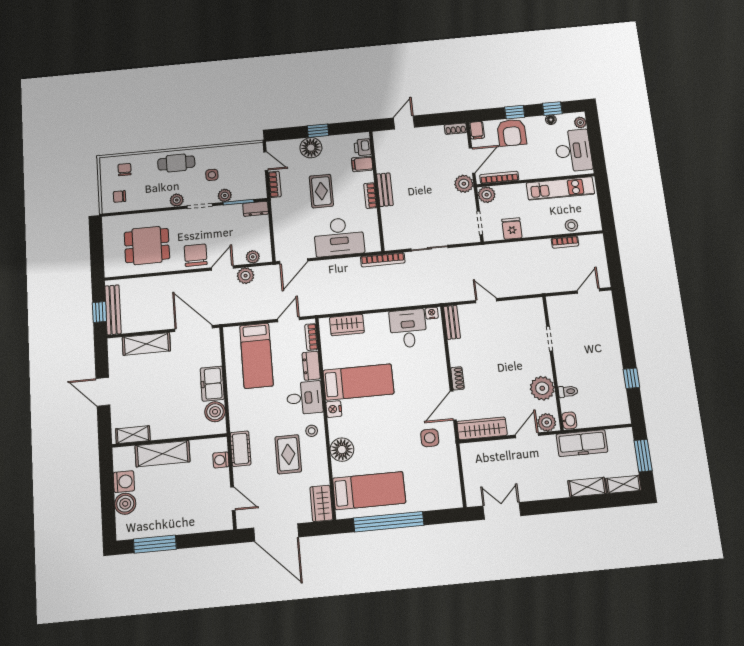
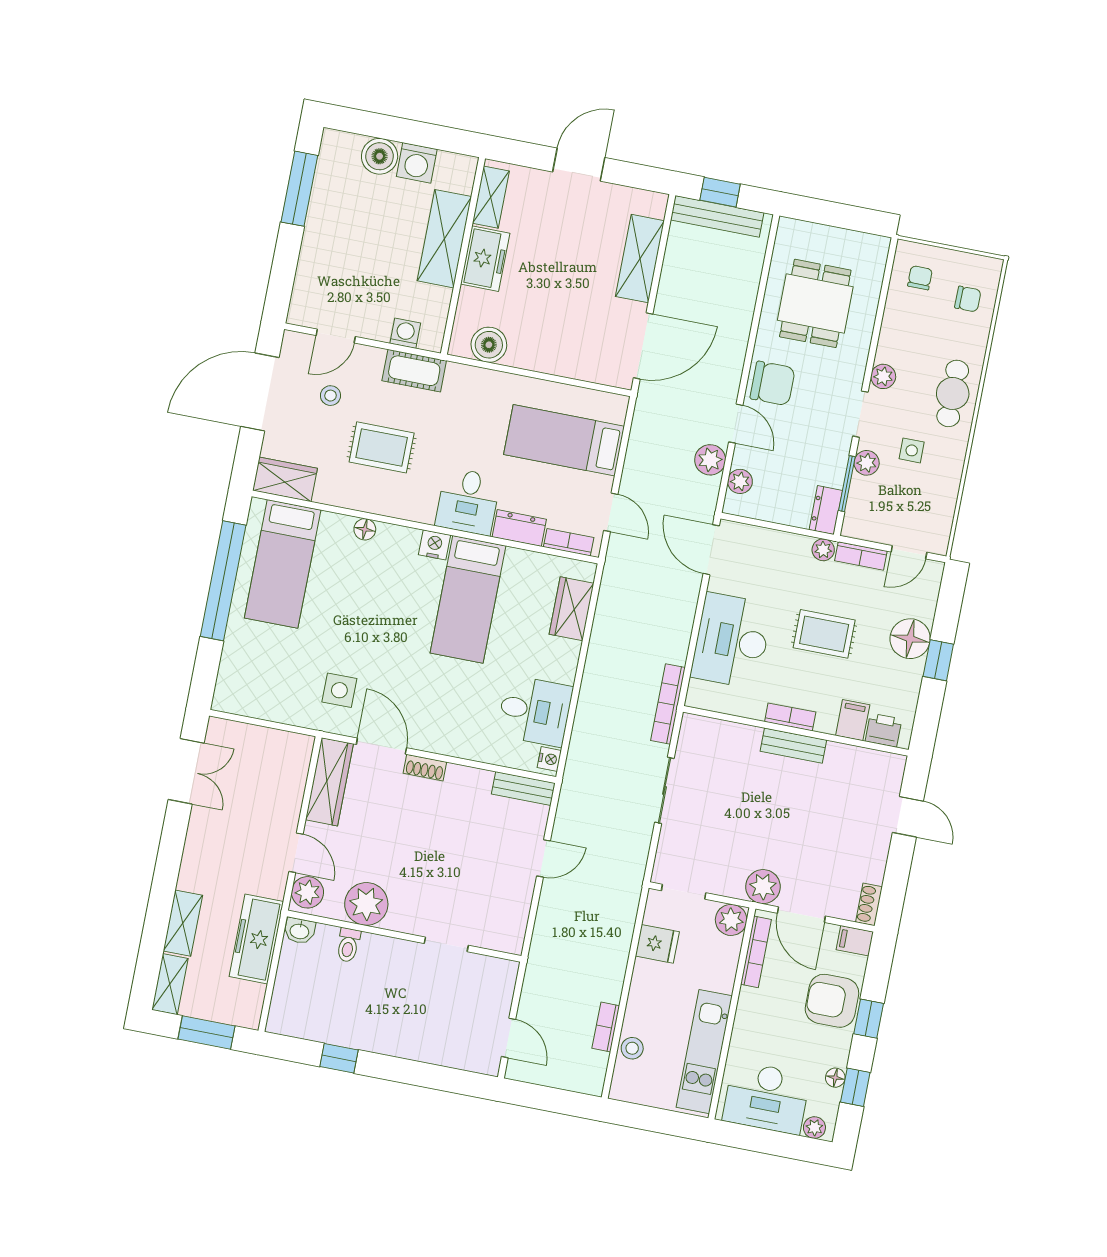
plant: (277, 204) -> (823, 550), added
freezer: (212, 384) -> (485, 259), moved, turned 90
stool: (312, 431) -> (331, 396), moved
floor lamp: (342, 450) -> (365, 529), width x0.53, depth x0.53

